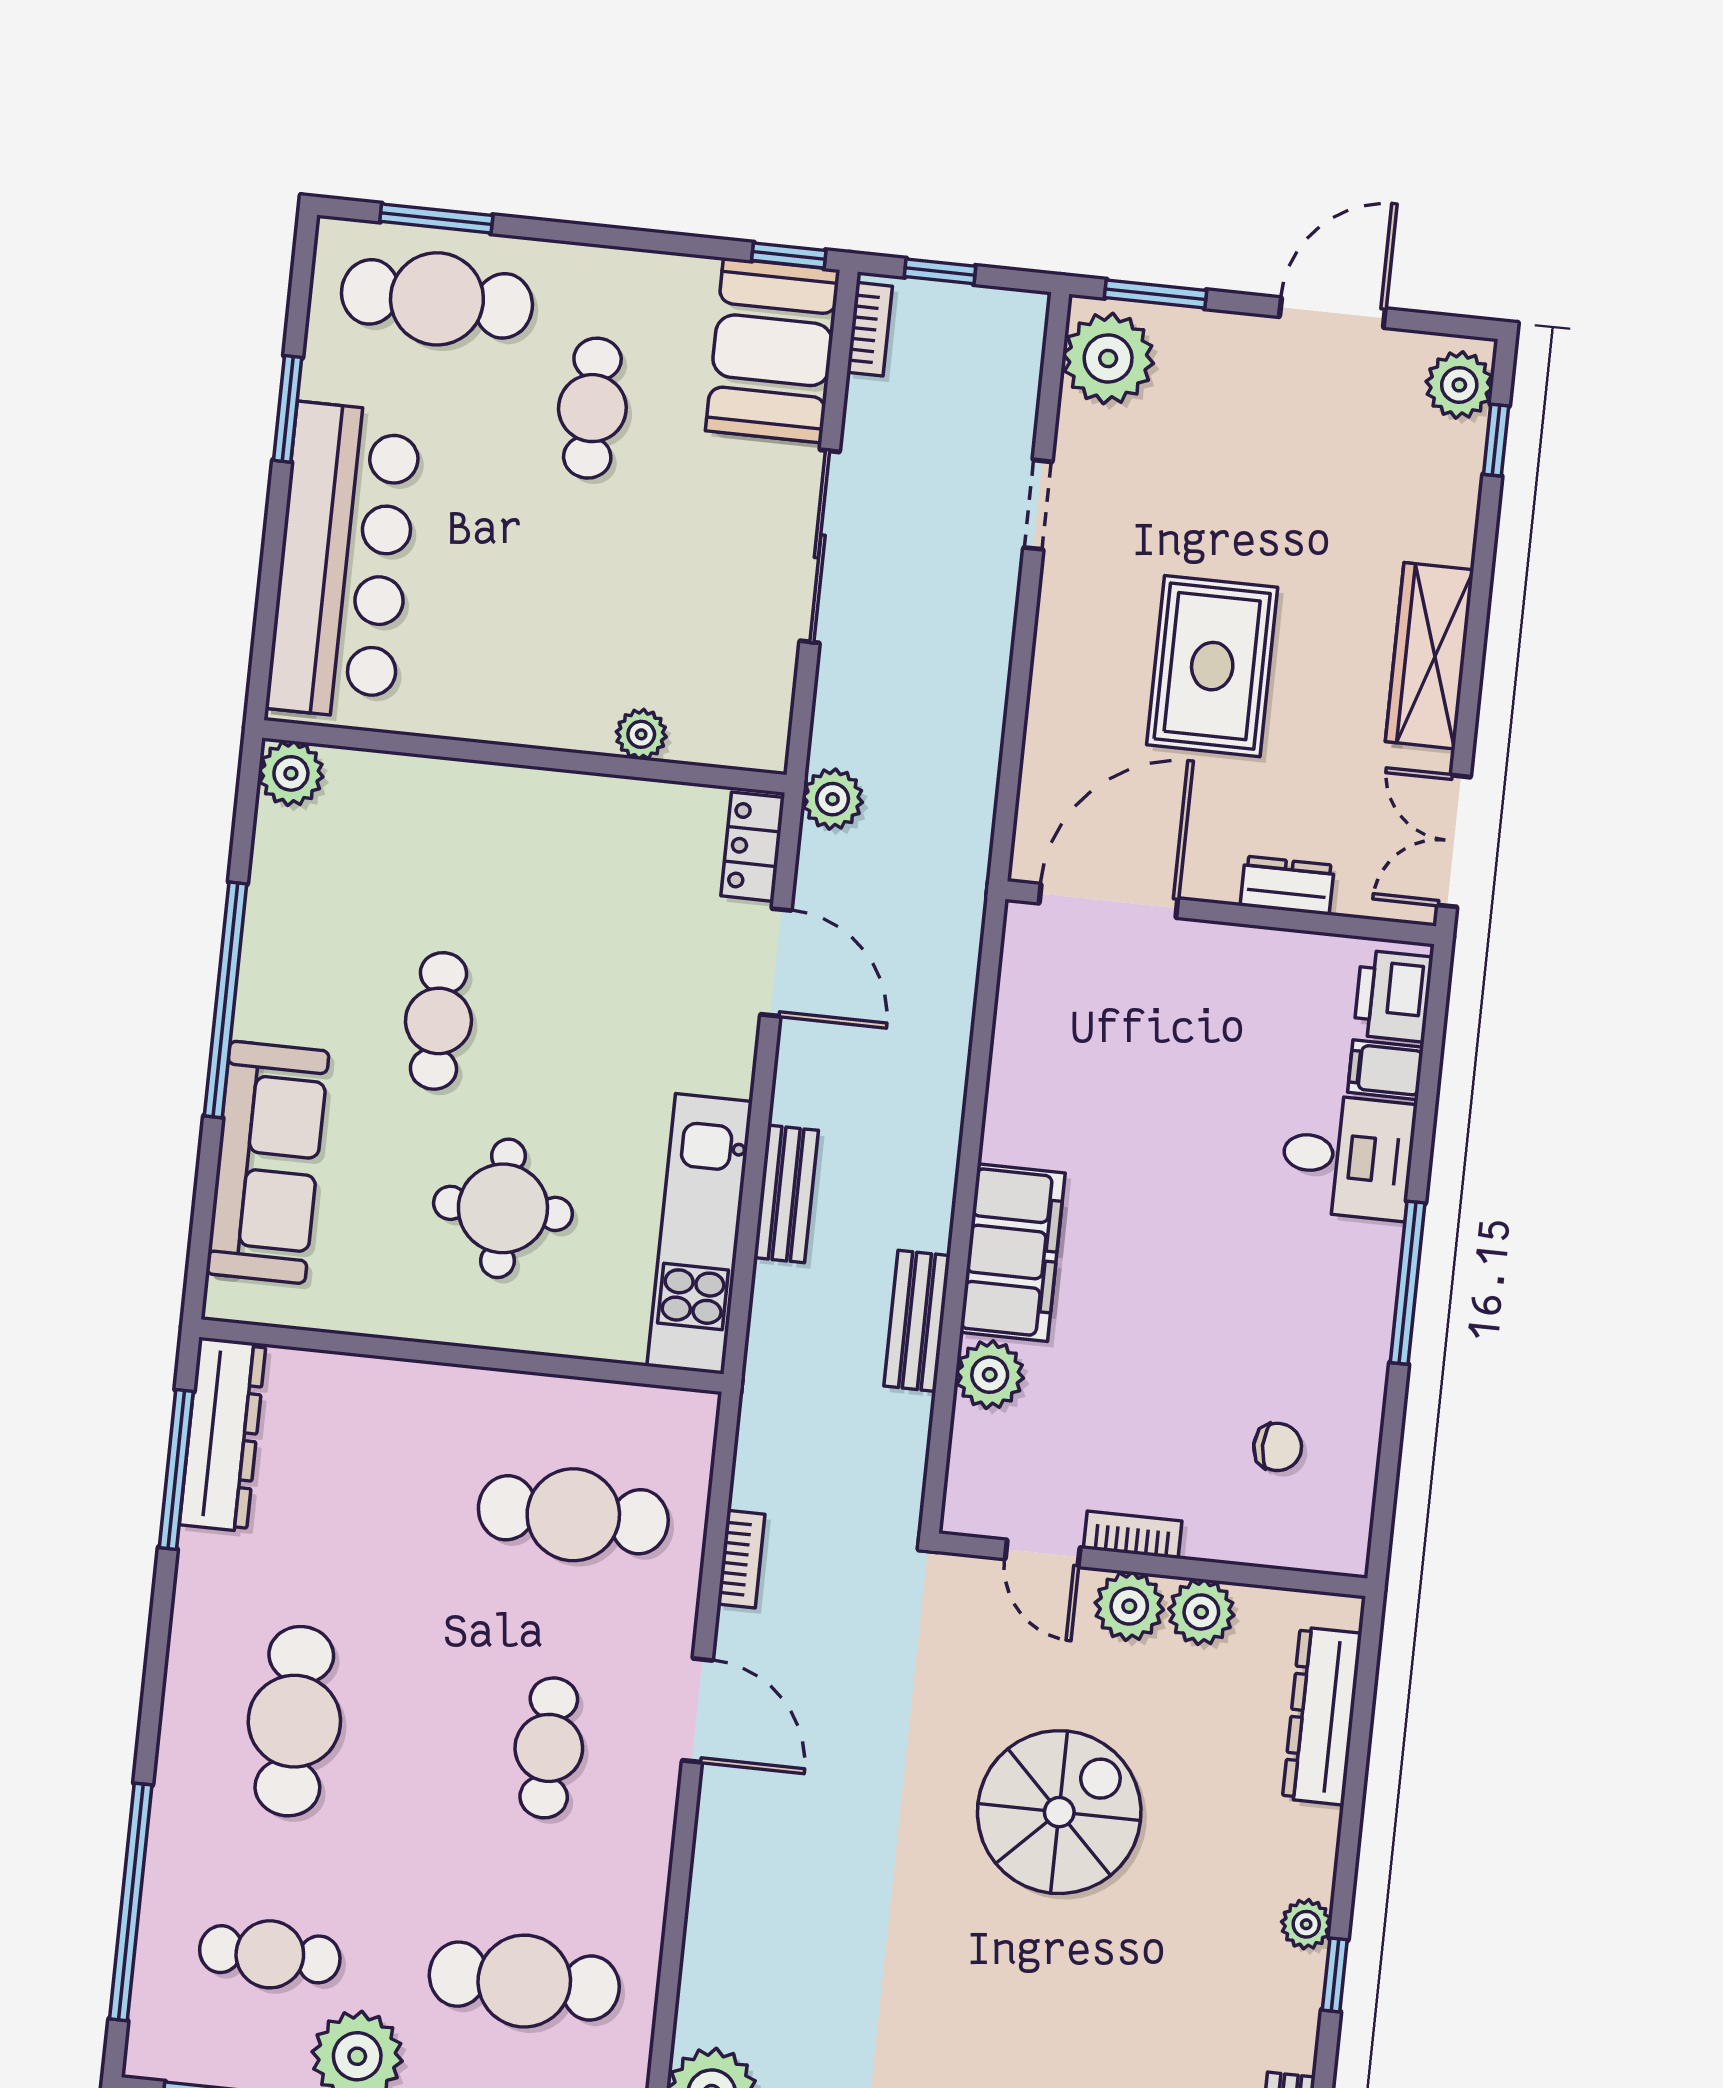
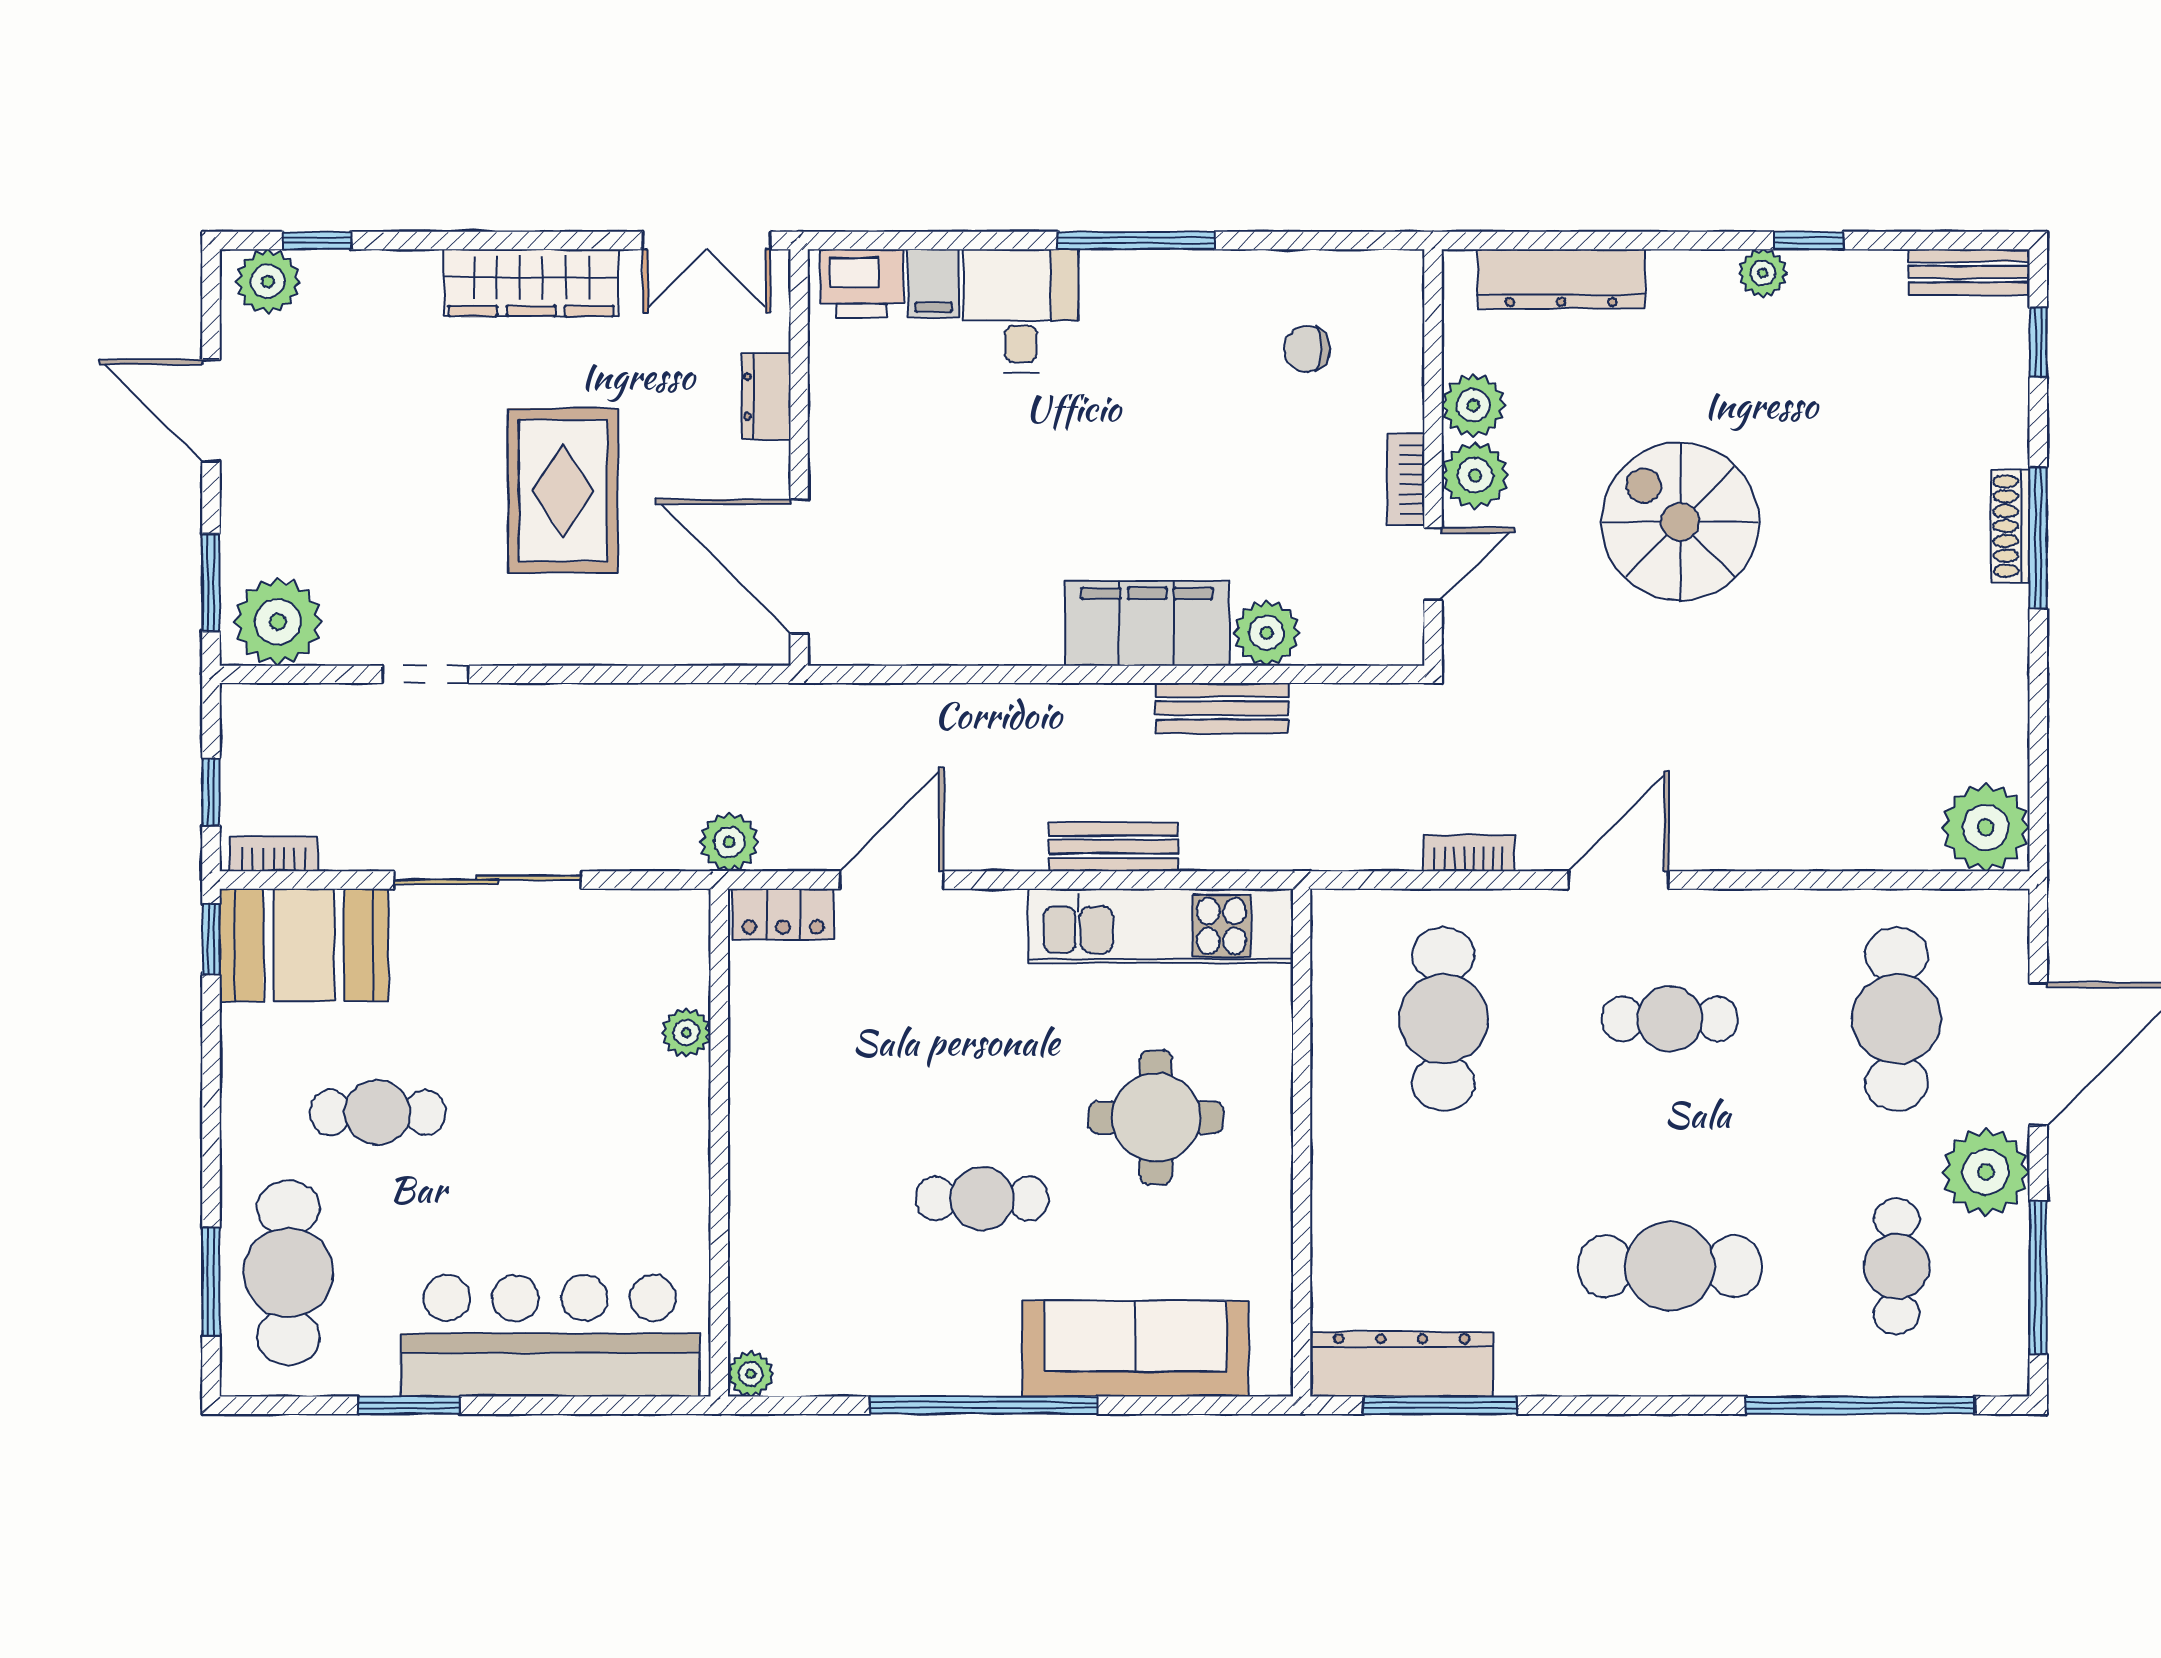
rug: (1212, 666) -> (563, 491), turned 90
plant: (291, 773) -> (751, 1374), width x0.73, depth x0.73
chair: (1278, 1447) -> (1307, 349), turned -90

